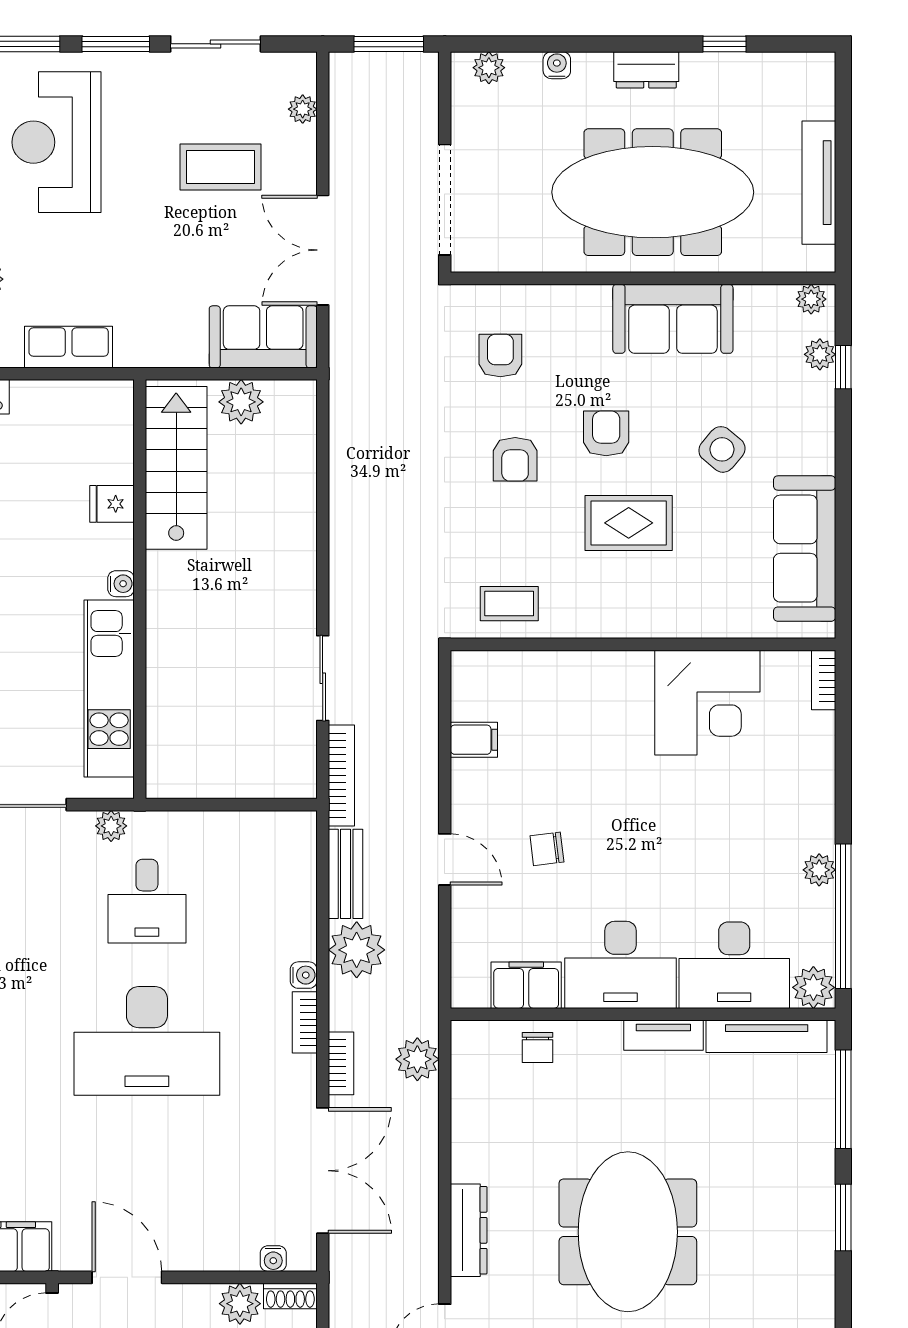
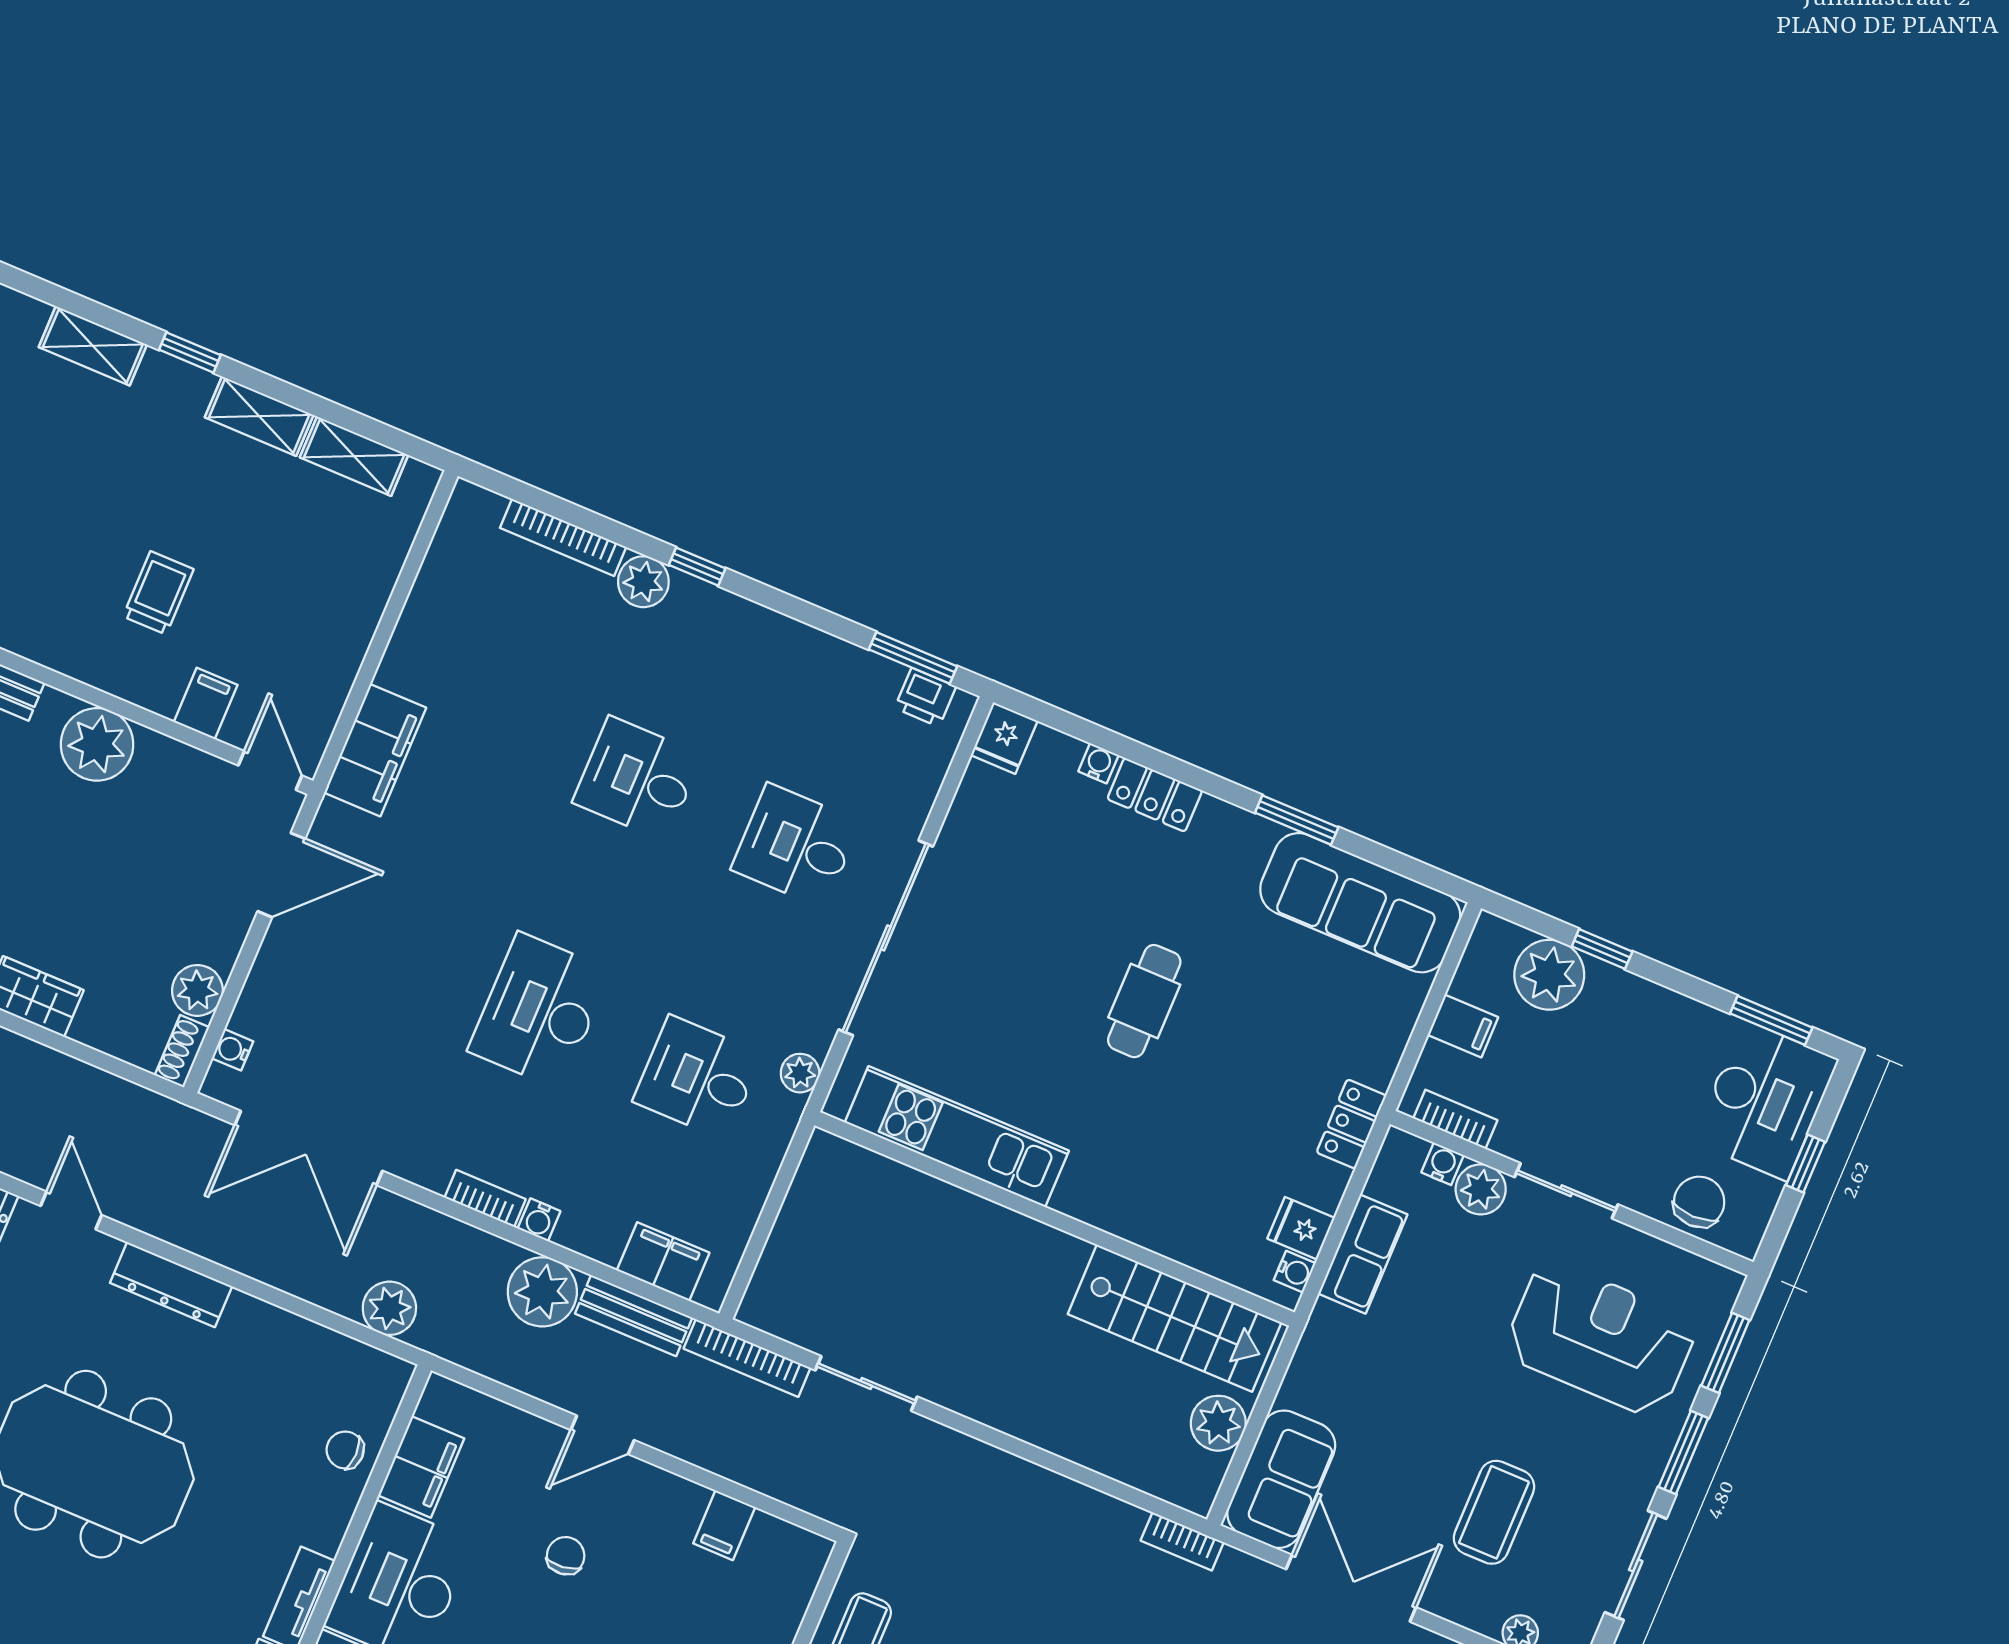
fridge: (112, 504) -> (1301, 1228), moved, turned -90
water cooler: (121, 584) -> (1295, 1272), moved, turned -90
filing cabinet: (296, 869) -> (663, 1262), added
desk: (147, 1041) -> (539, 1011), width x0.73, depth x0.77
bookcase: (341, 1063) -> (1182, 1541), moved

